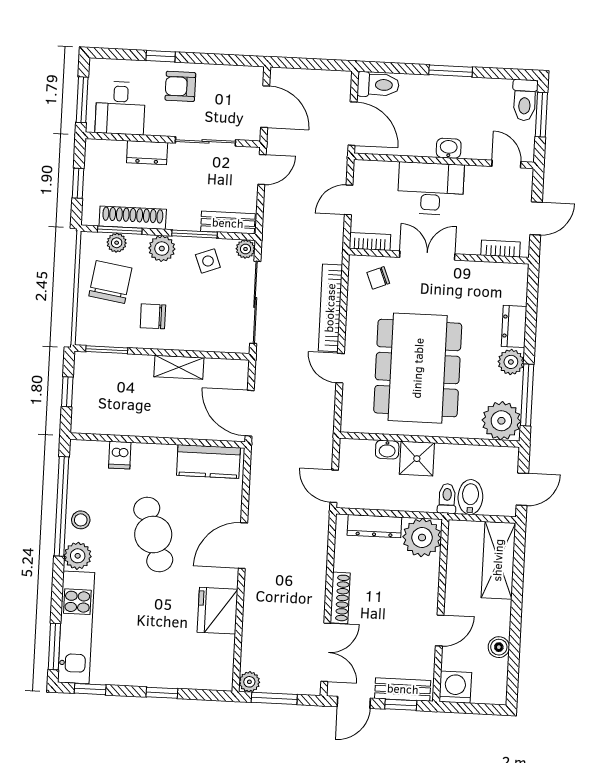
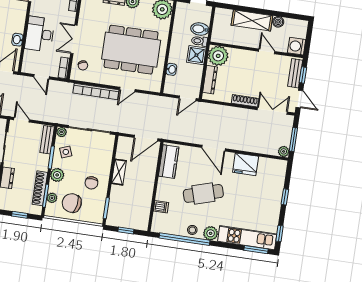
washbasin: (449, 148) -> (17, 40), moved
shower: (417, 459) -> (196, 55), moved
shelving: (498, 560) -> (252, 20), moved

